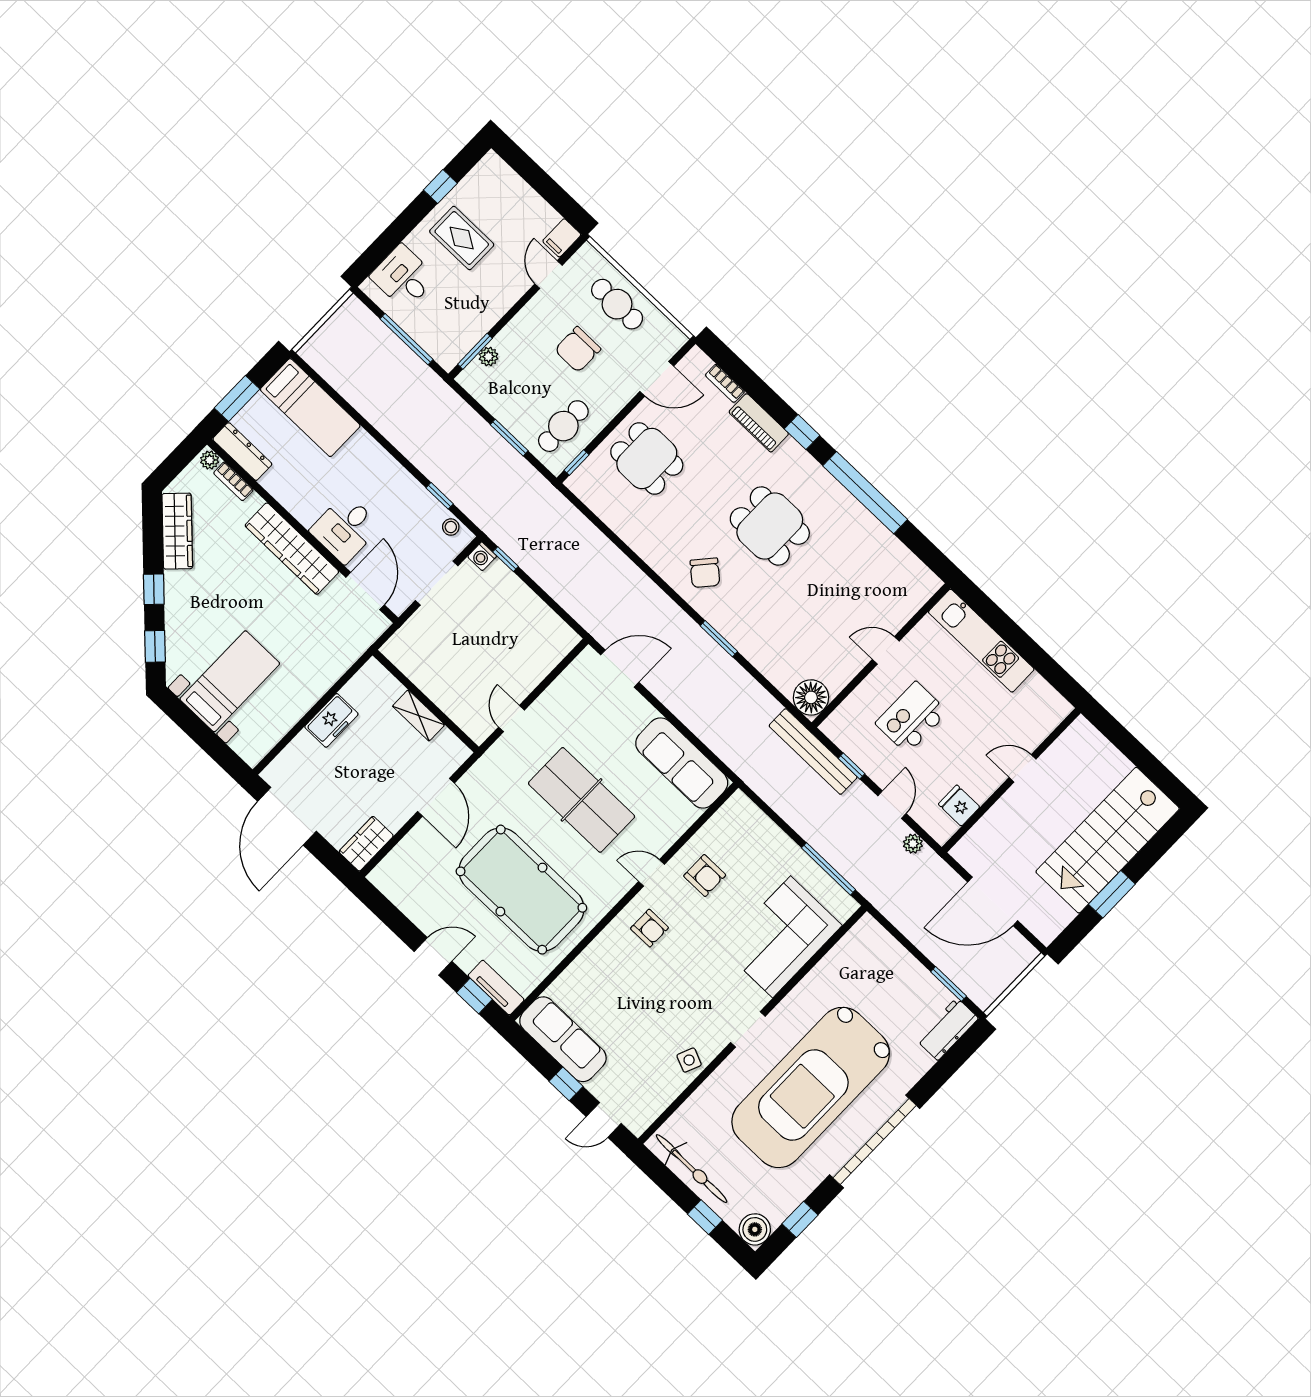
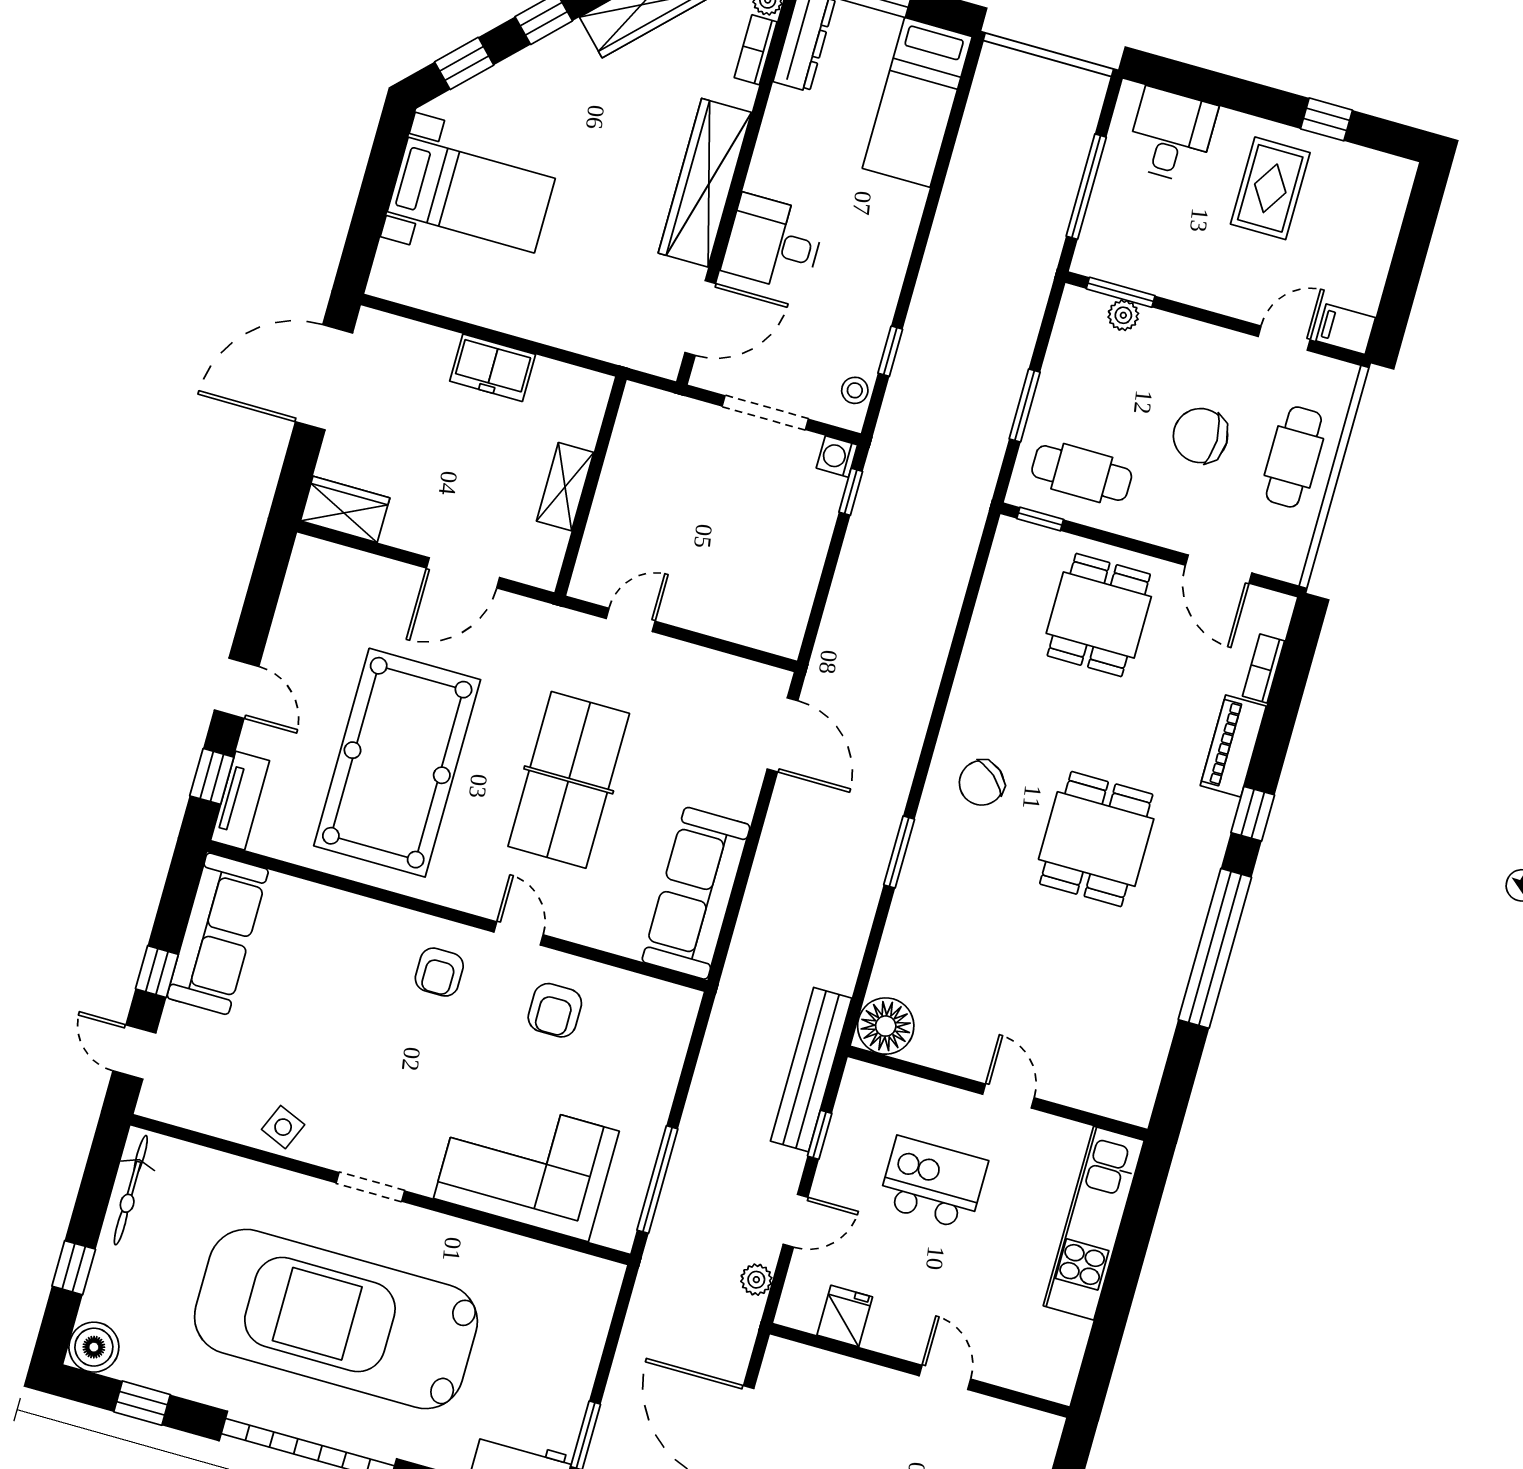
bicycle: (692, 1169) -> (131, 1190), width x0.73, depth x0.71

